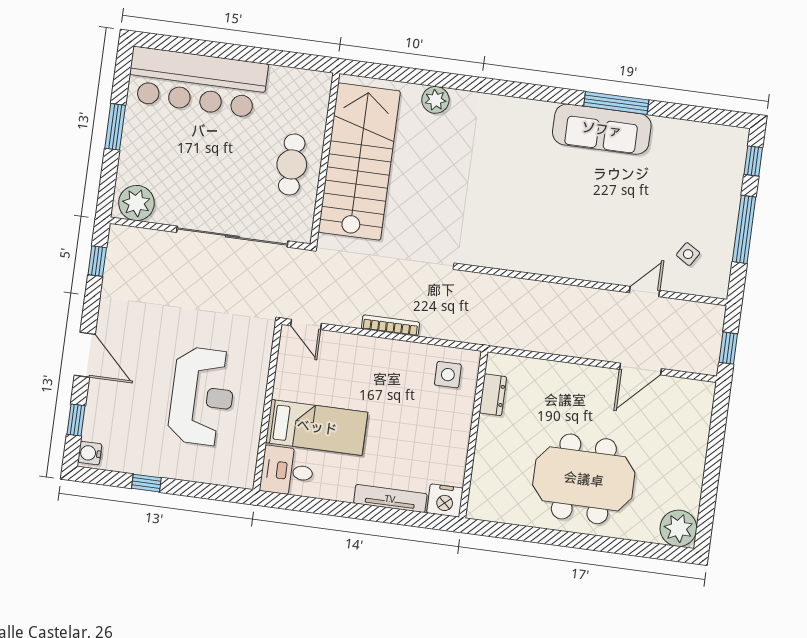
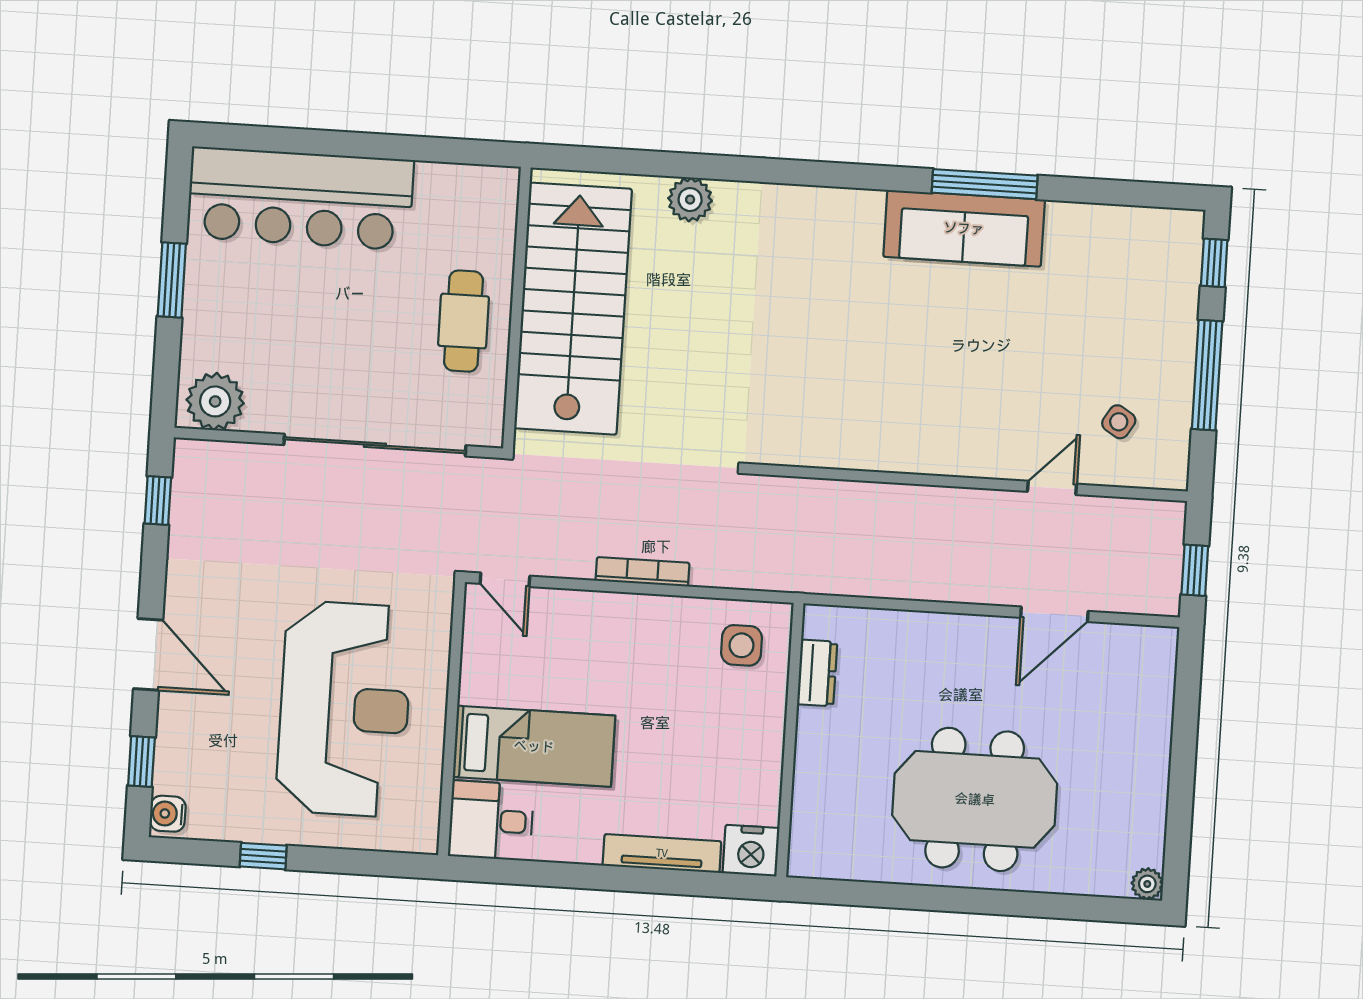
reception desk: (202, 396) -> (344, 709), width x1.36, depth x1.30
plant: (678, 528) -> (1147, 884), width x0.53, depth x0.53

